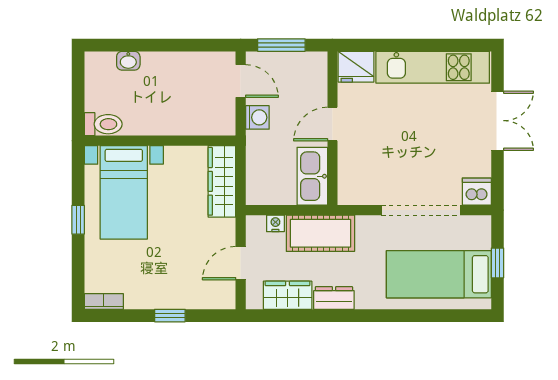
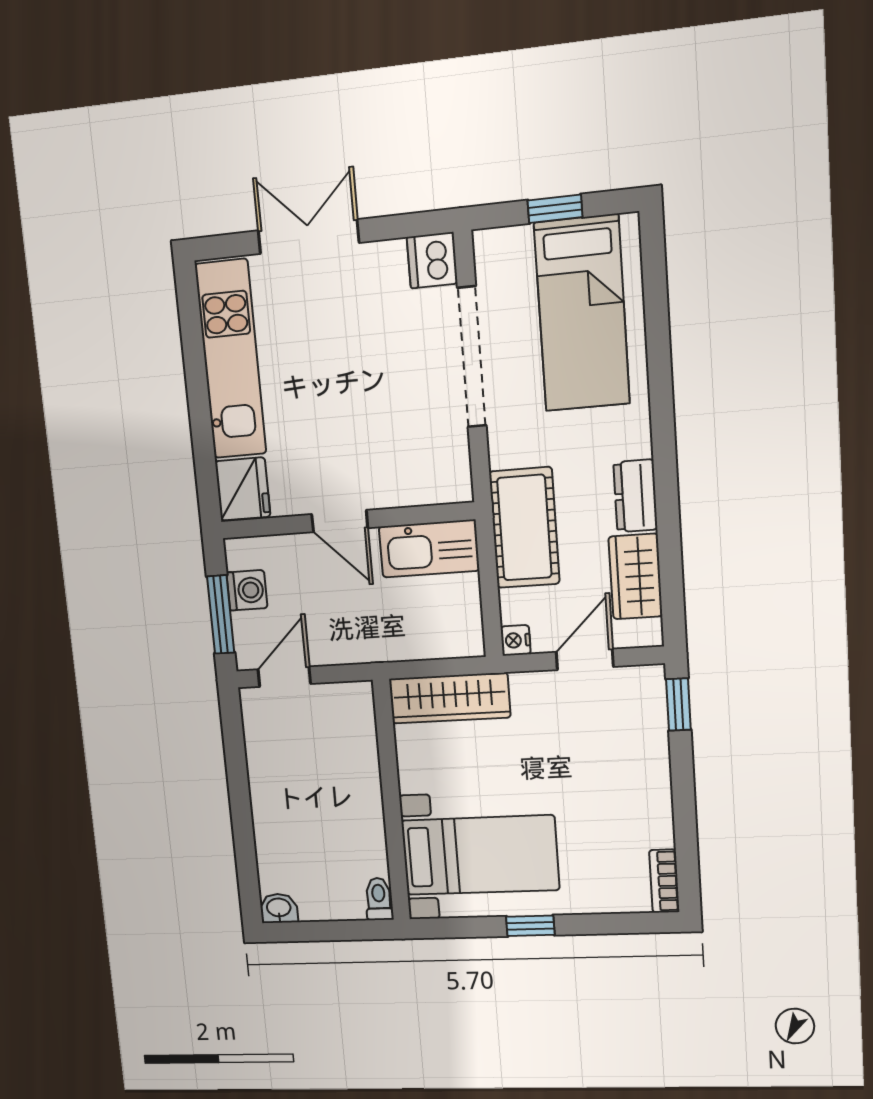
washbasin: (128, 61) -> (279, 908), moved, turned -90
washing machine: (257, 117) -> (247, 590), moved, turned 90
toilet: (103, 124) -> (379, 899), width x0.73, depth x0.72
nightstand: (275, 223) -> (516, 640), moved
door: (241, 263) -> (585, 659), swing flipped
window: (170, 316) -> (678, 704), moved

